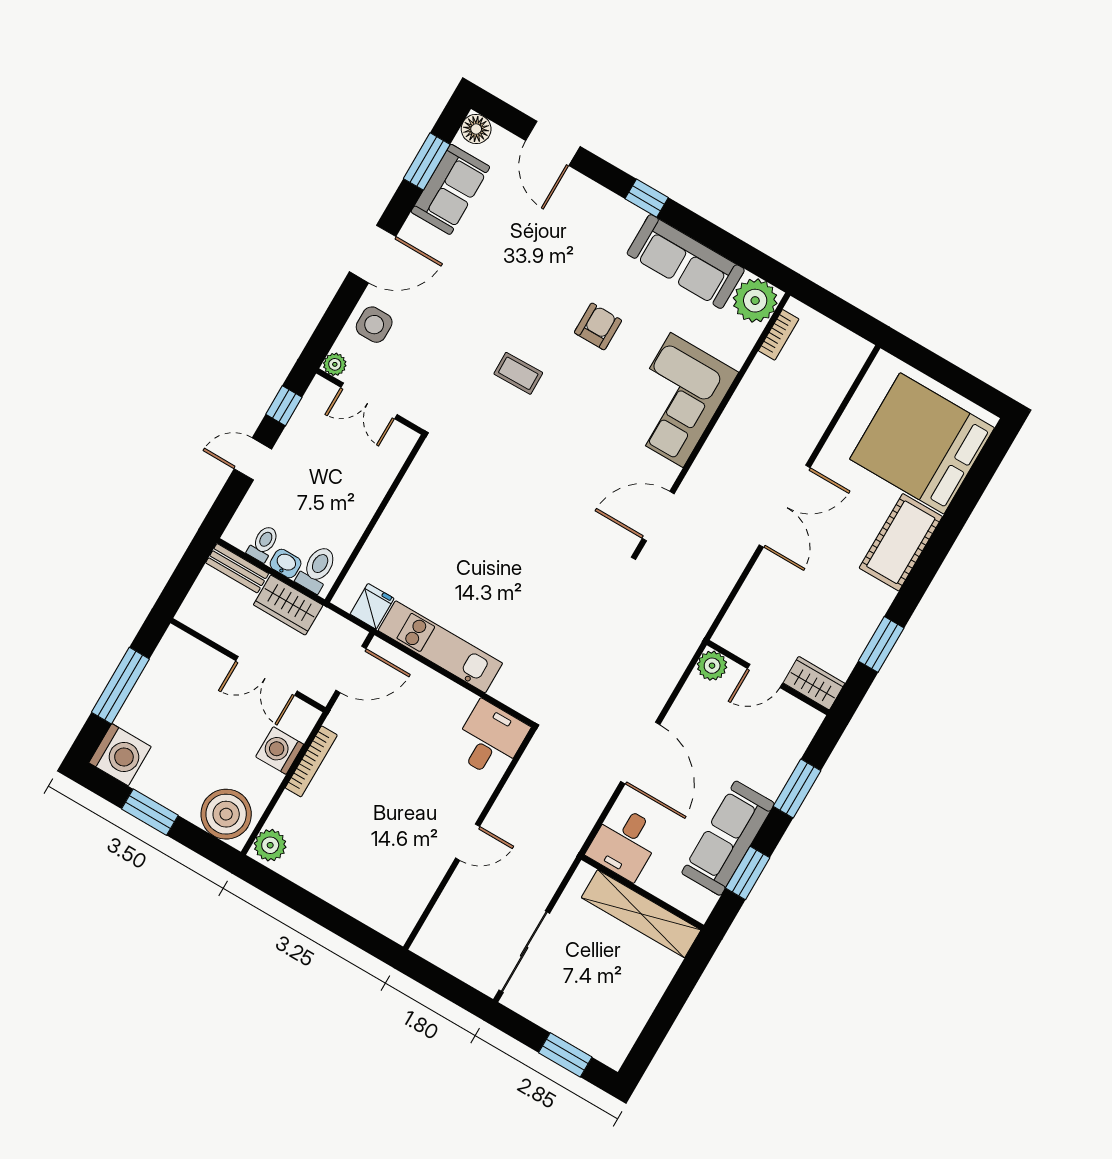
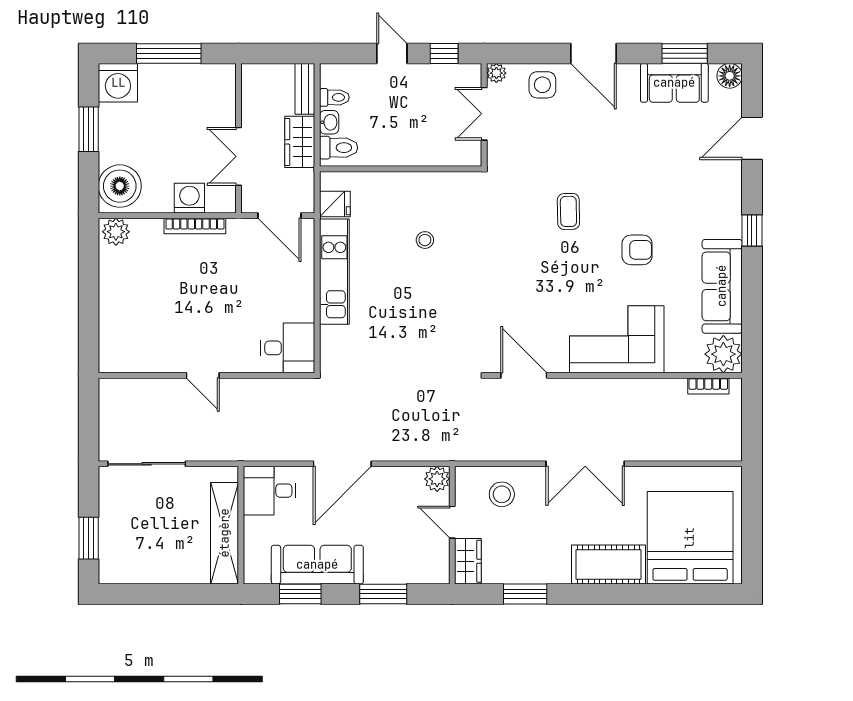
stool: (462, 536) -> (425, 240), added
stool: (766, 609) -> (502, 494), added

